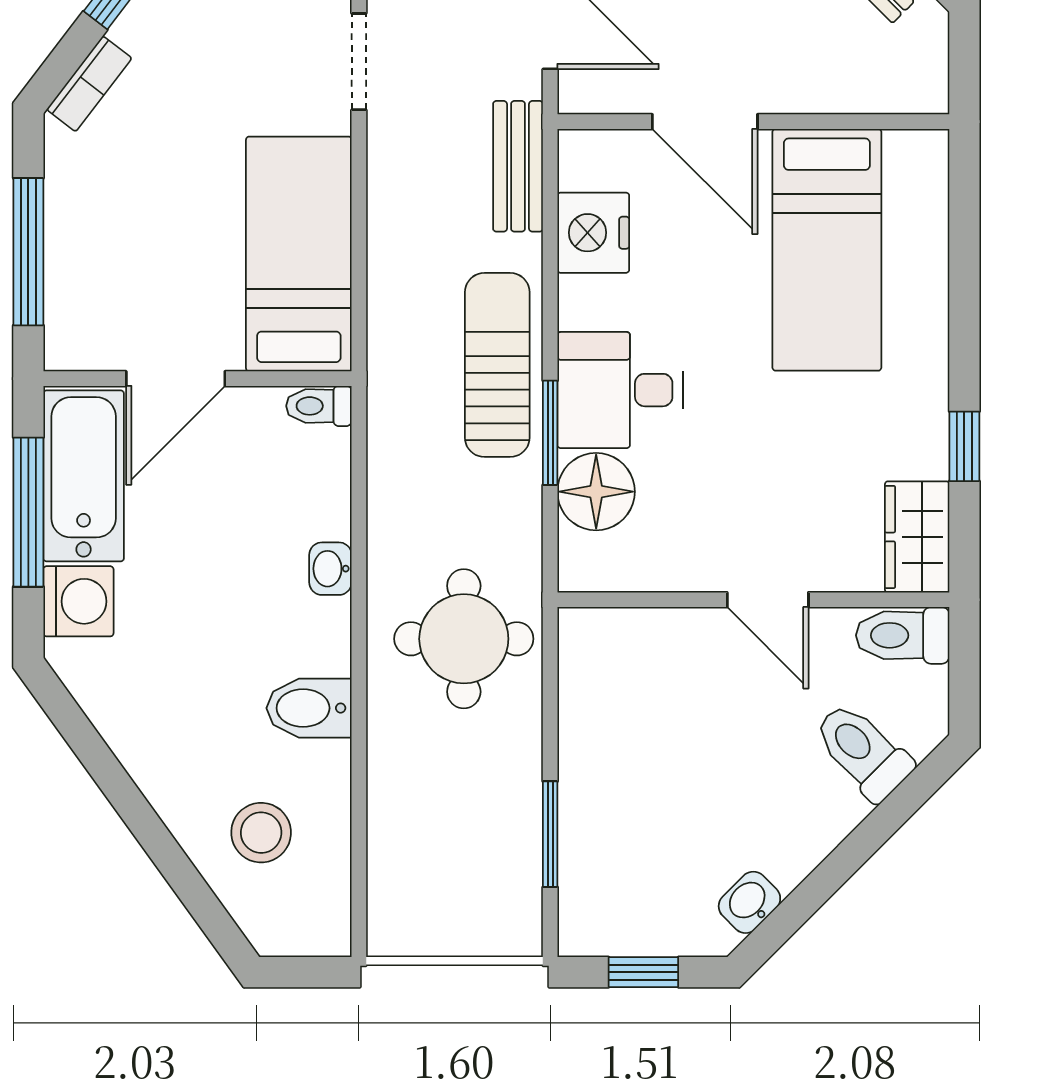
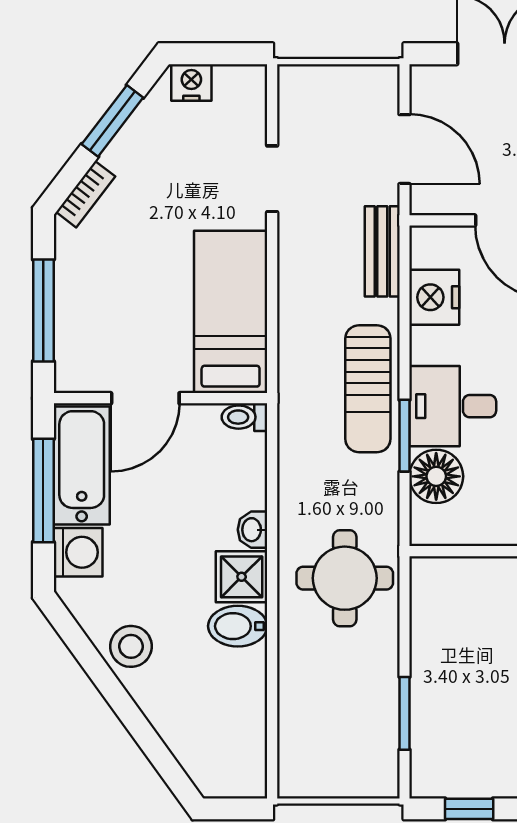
sun lounger: (497, 365) -> (368, 389), turned 180
shower: (315, 637) -> (242, 577), added
stool: (261, 833) -> (131, 646), moved

